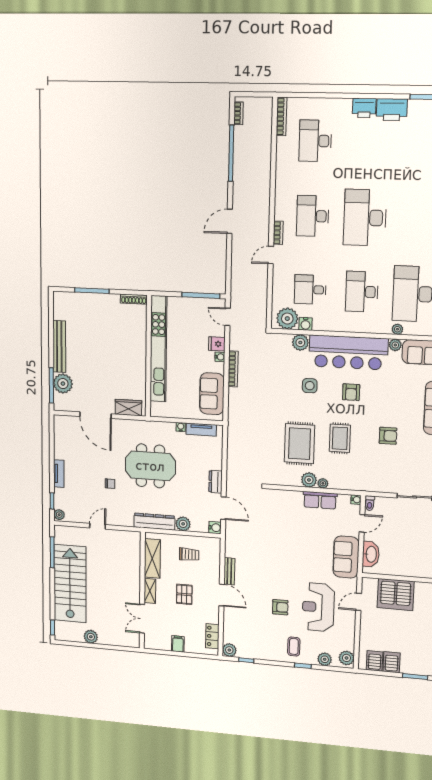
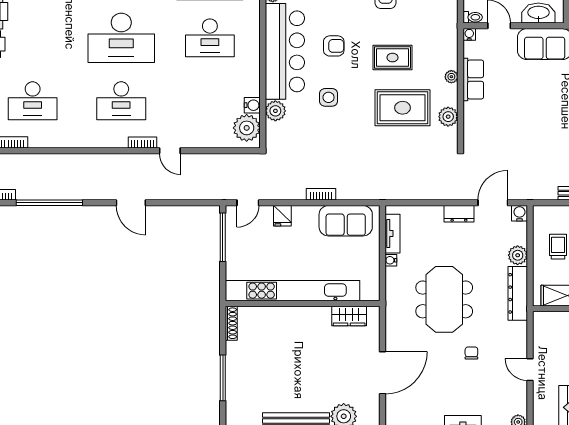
desk: (310, 290) -> (210, 101), removed
water cooler: (220, 357) -> (299, 211), removed
bookcase: (233, 369) -> (321, 194), width x0.64
wardrobe: (128, 408) -> (349, 316), moved, turned -90
plant: (309, 480) -> (448, 117), moved

